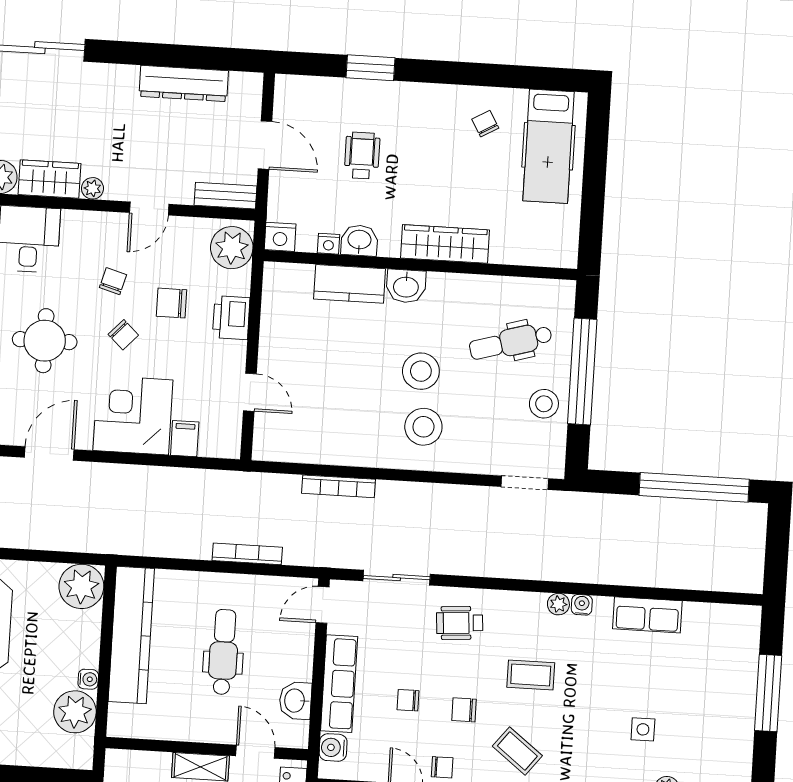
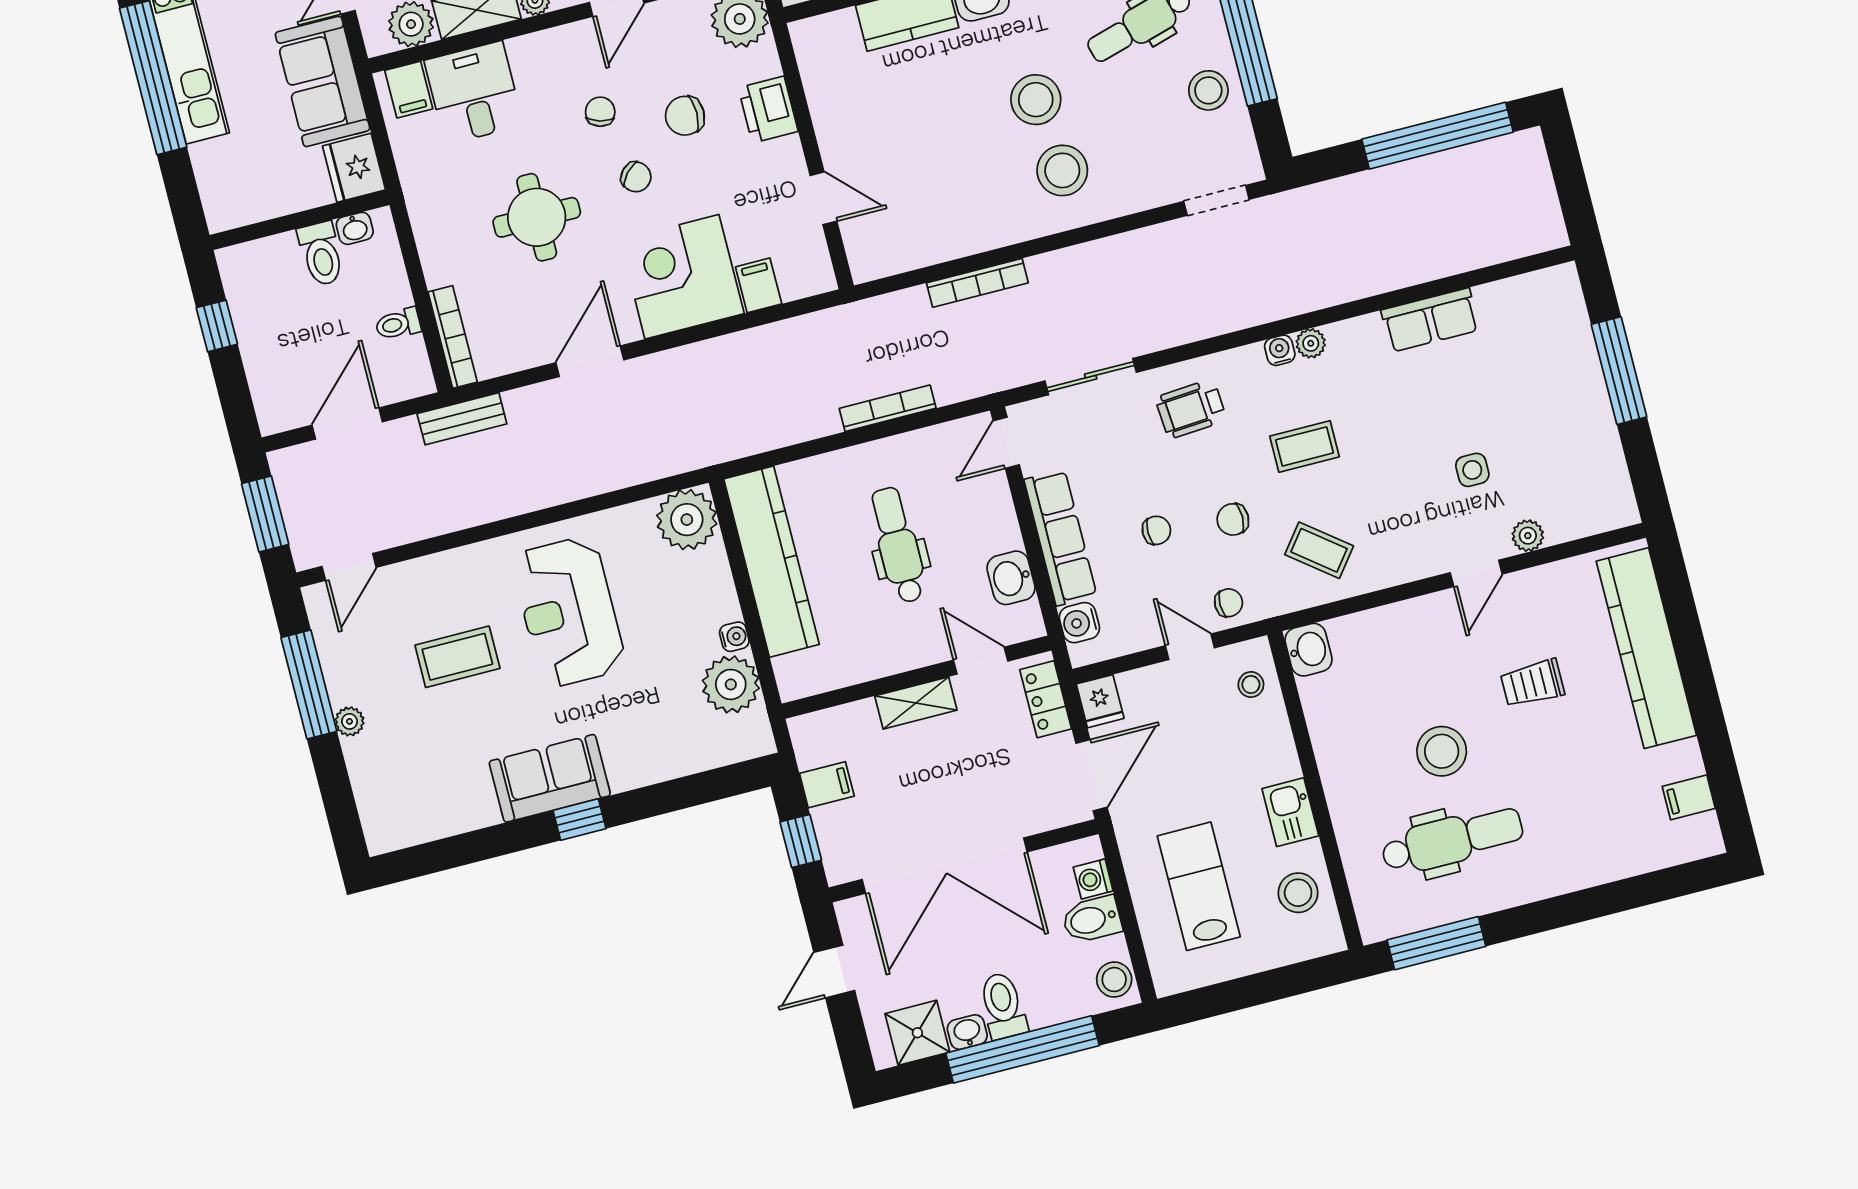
water cooler: (582, 605) -> (1280, 350), moved
chair: (408, 700) -> (1156, 530), turned 180

